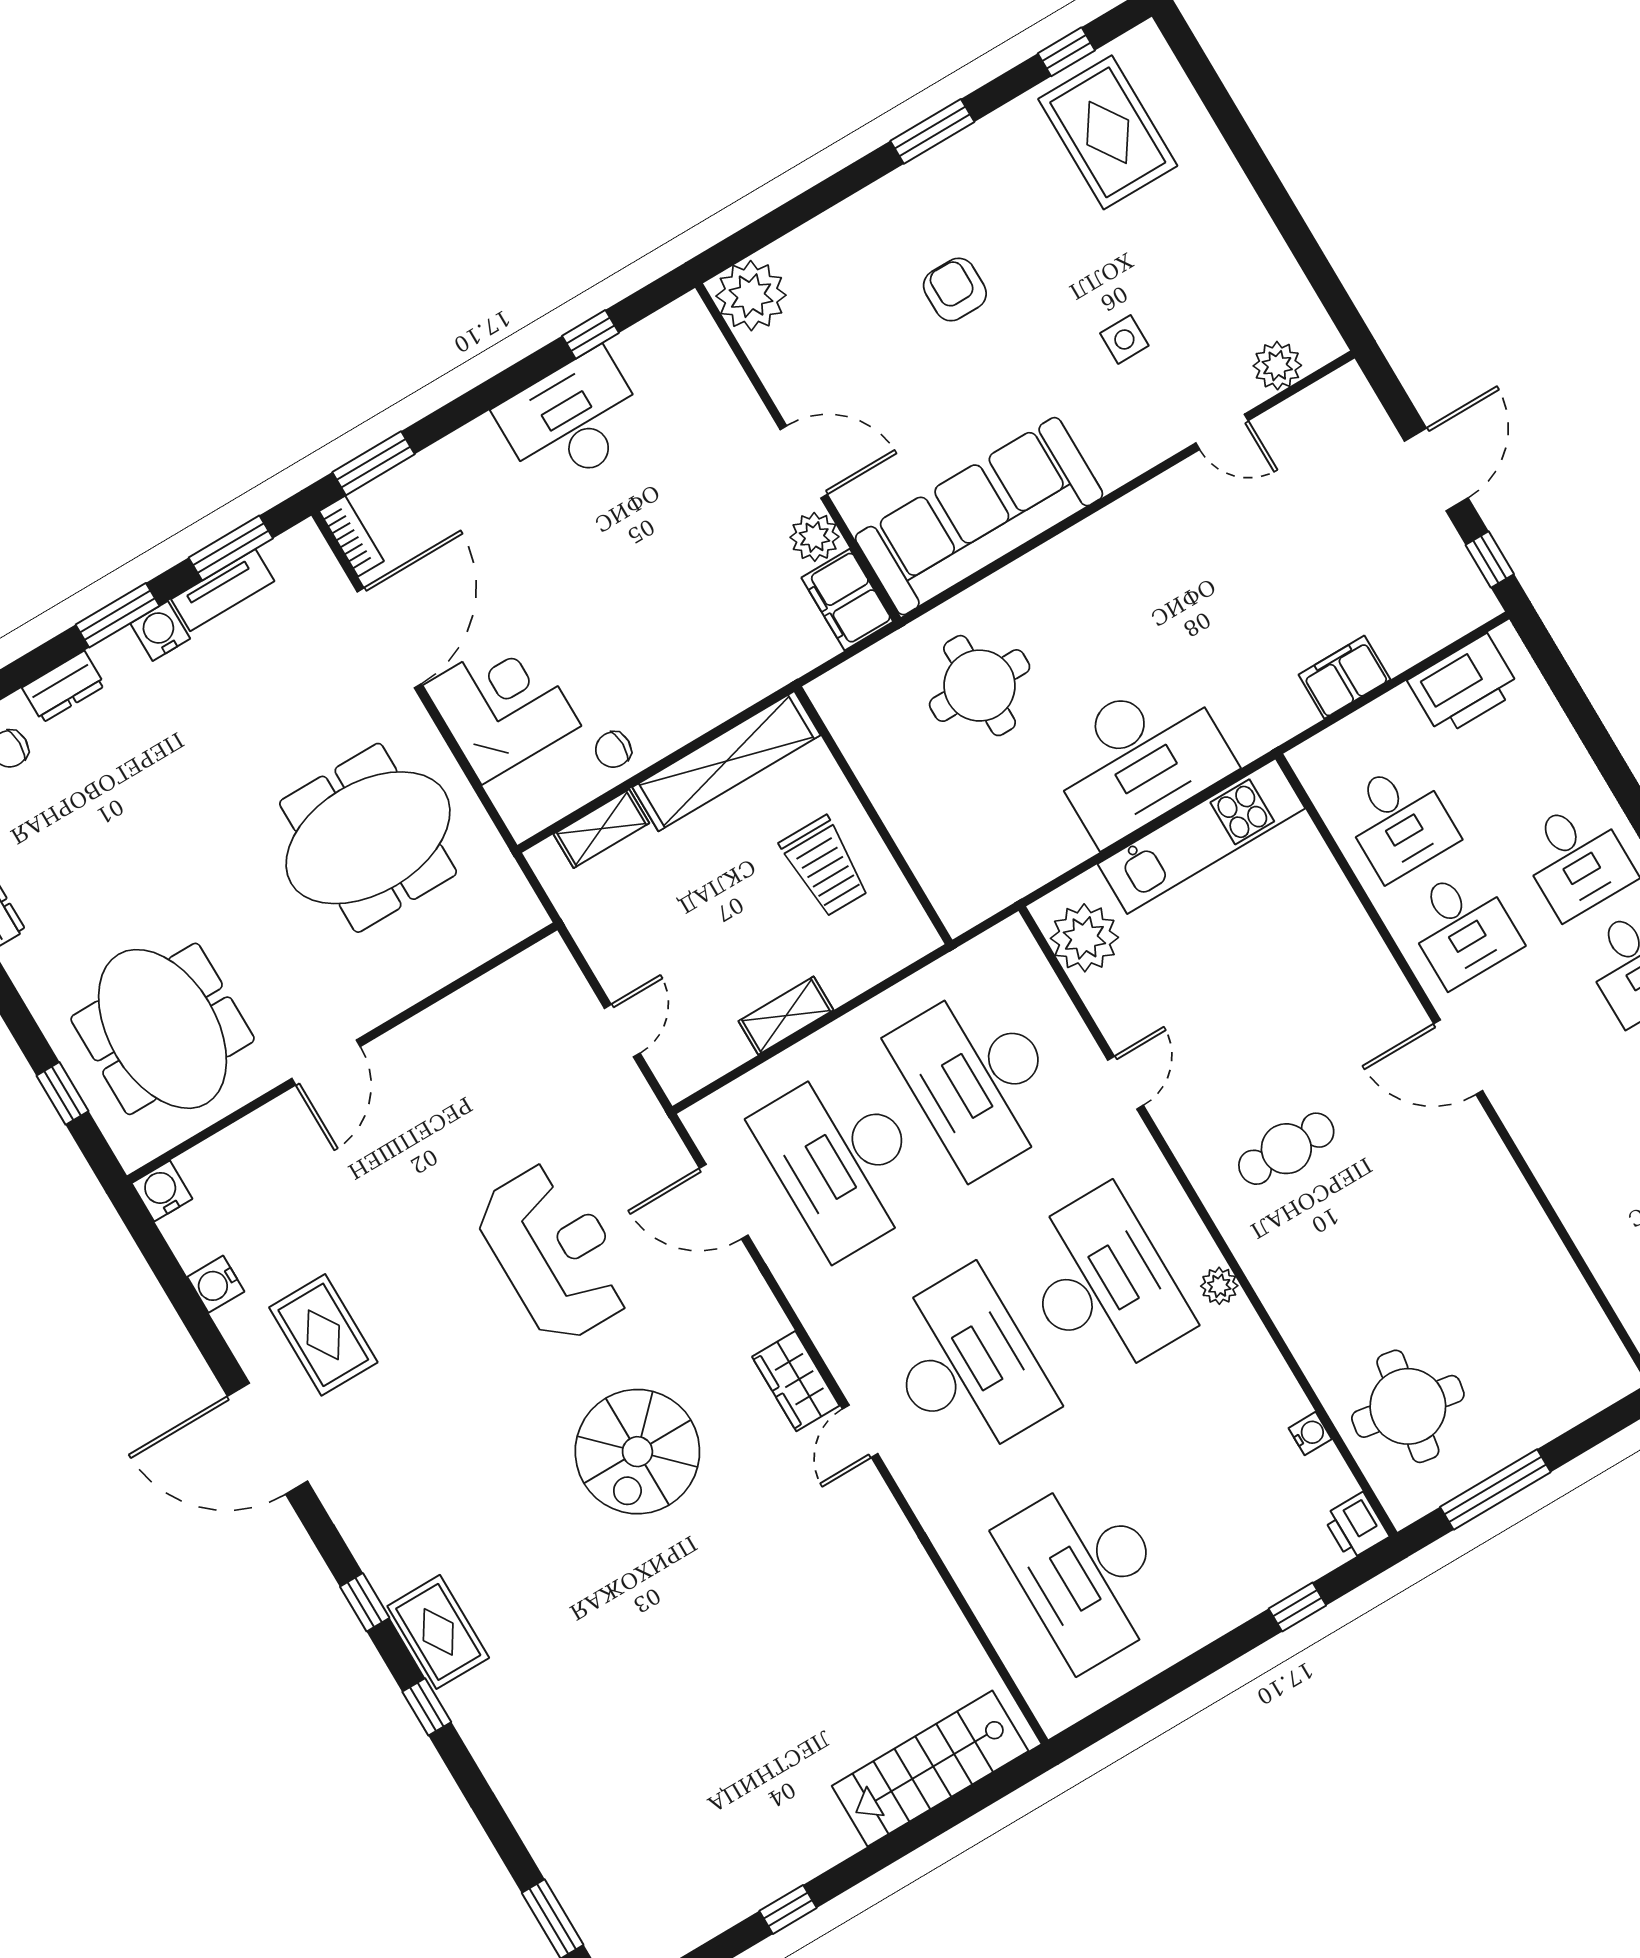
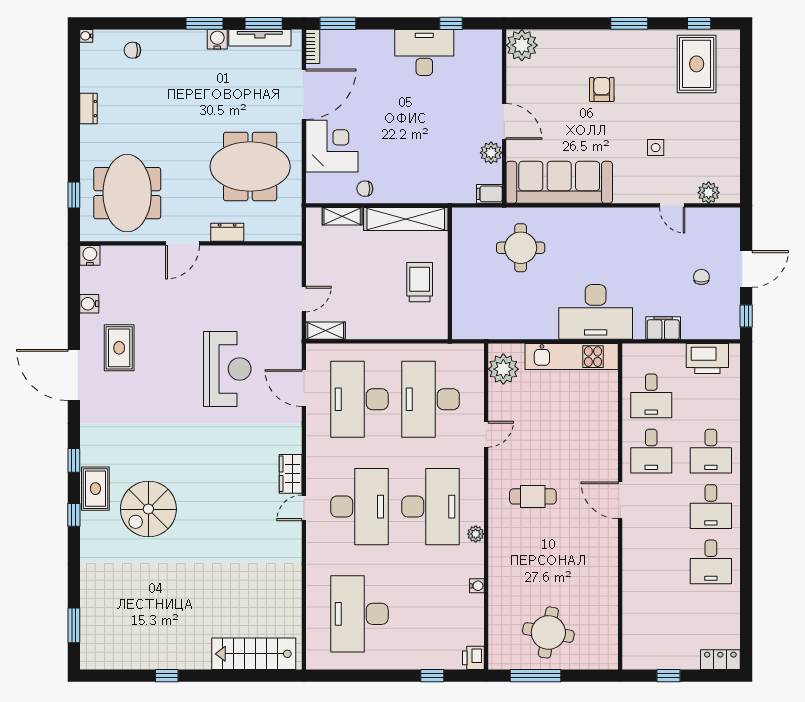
chair: (1360, 536) -> (701, 277), added
tv unit: (223, 590) -> (260, 38), width x1.41
filing cabinet: (847, 600) -> (489, 194), width x0.50
dresser: (64, 687) -> (227, 232), moved, turned 180
desk: (1139, 757) -> (596, 312), moved
trolley: (825, 866) -> (420, 282), turned 180
shelving: (786, 1016) -> (326, 331), moved
round table: (1408, 1406) -> (548, 632), moved
water cooler: (1310, 1434) -> (477, 586), moved
spiral stairs: (637, 1452) -> (148, 509), moved

